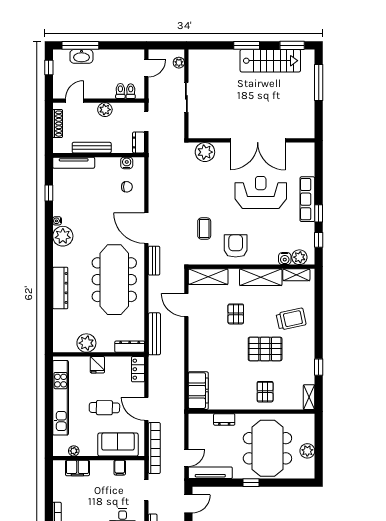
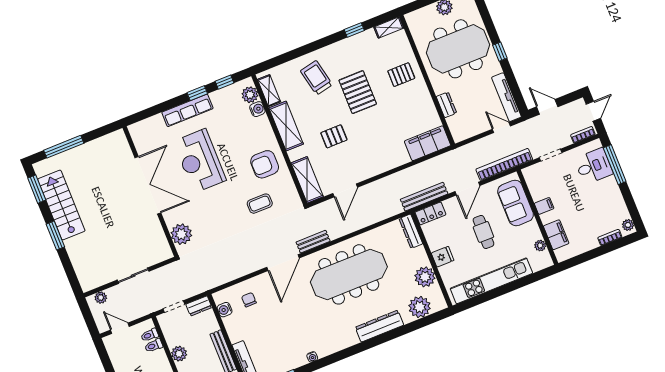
plant: (63, 236) -> (420, 307), moved
bench: (154, 334) -> (424, 197), moved
filing cabinet: (120, 468) -> (544, 206), moved

